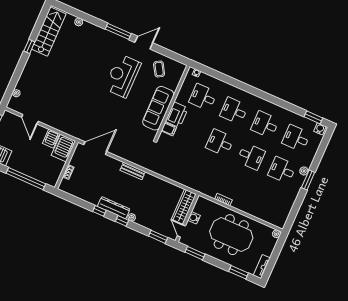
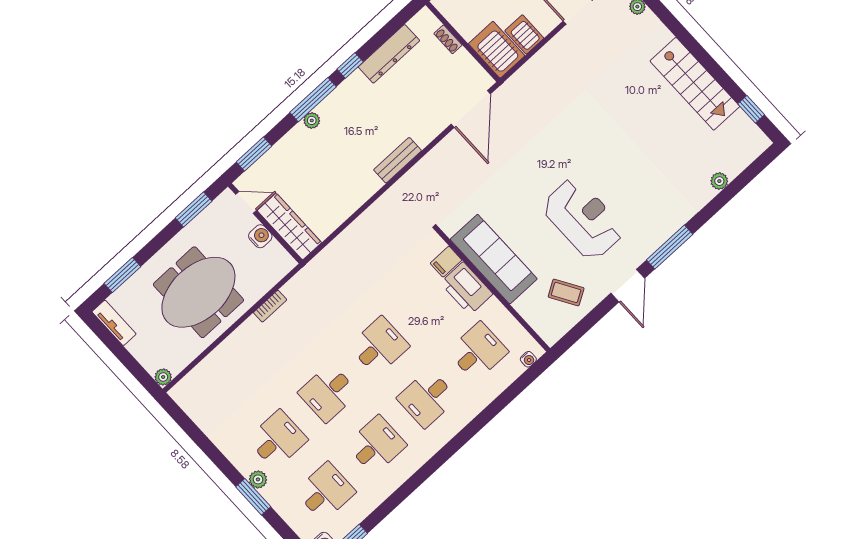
stairs: (49, 31) -> (695, 84), moved
window: (29, 46) -> (751, 109), moved
desk: (234, 111) -> (427, 398), turned 180
window: (308, 180) -> (253, 497), moved
dresser: (114, 208) -> (389, 54), moved
window: (122, 221) -> (313, 100), width x2.17

